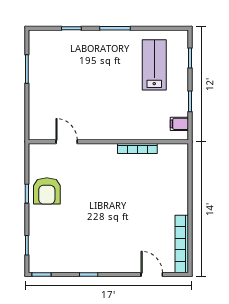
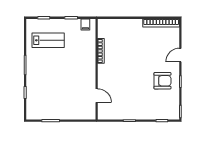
lab bench: (154, 65) -> (48, 40), turned 180
door: (67, 142) -> (97, 96), swing flipped
armchair: (47, 191) -> (162, 81), moved
door: (152, 274) -> (180, 55), moved

